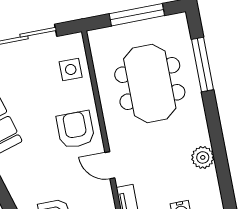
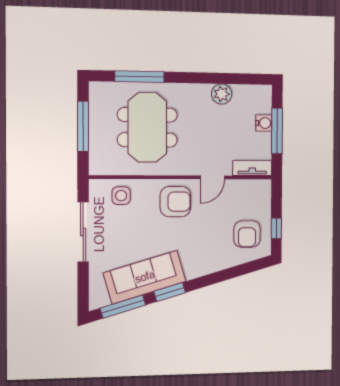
meeting table: (150, 83) -> (147, 127), turned 90
armchair: (75, 130) -> (175, 202), turned 180

